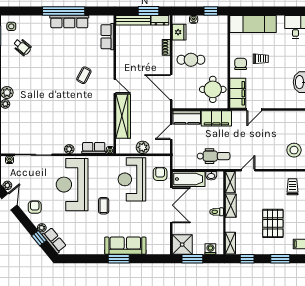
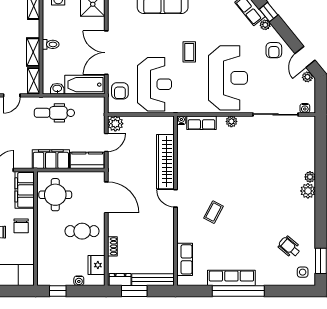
plant: (143, 147) -> (115, 124), moved

